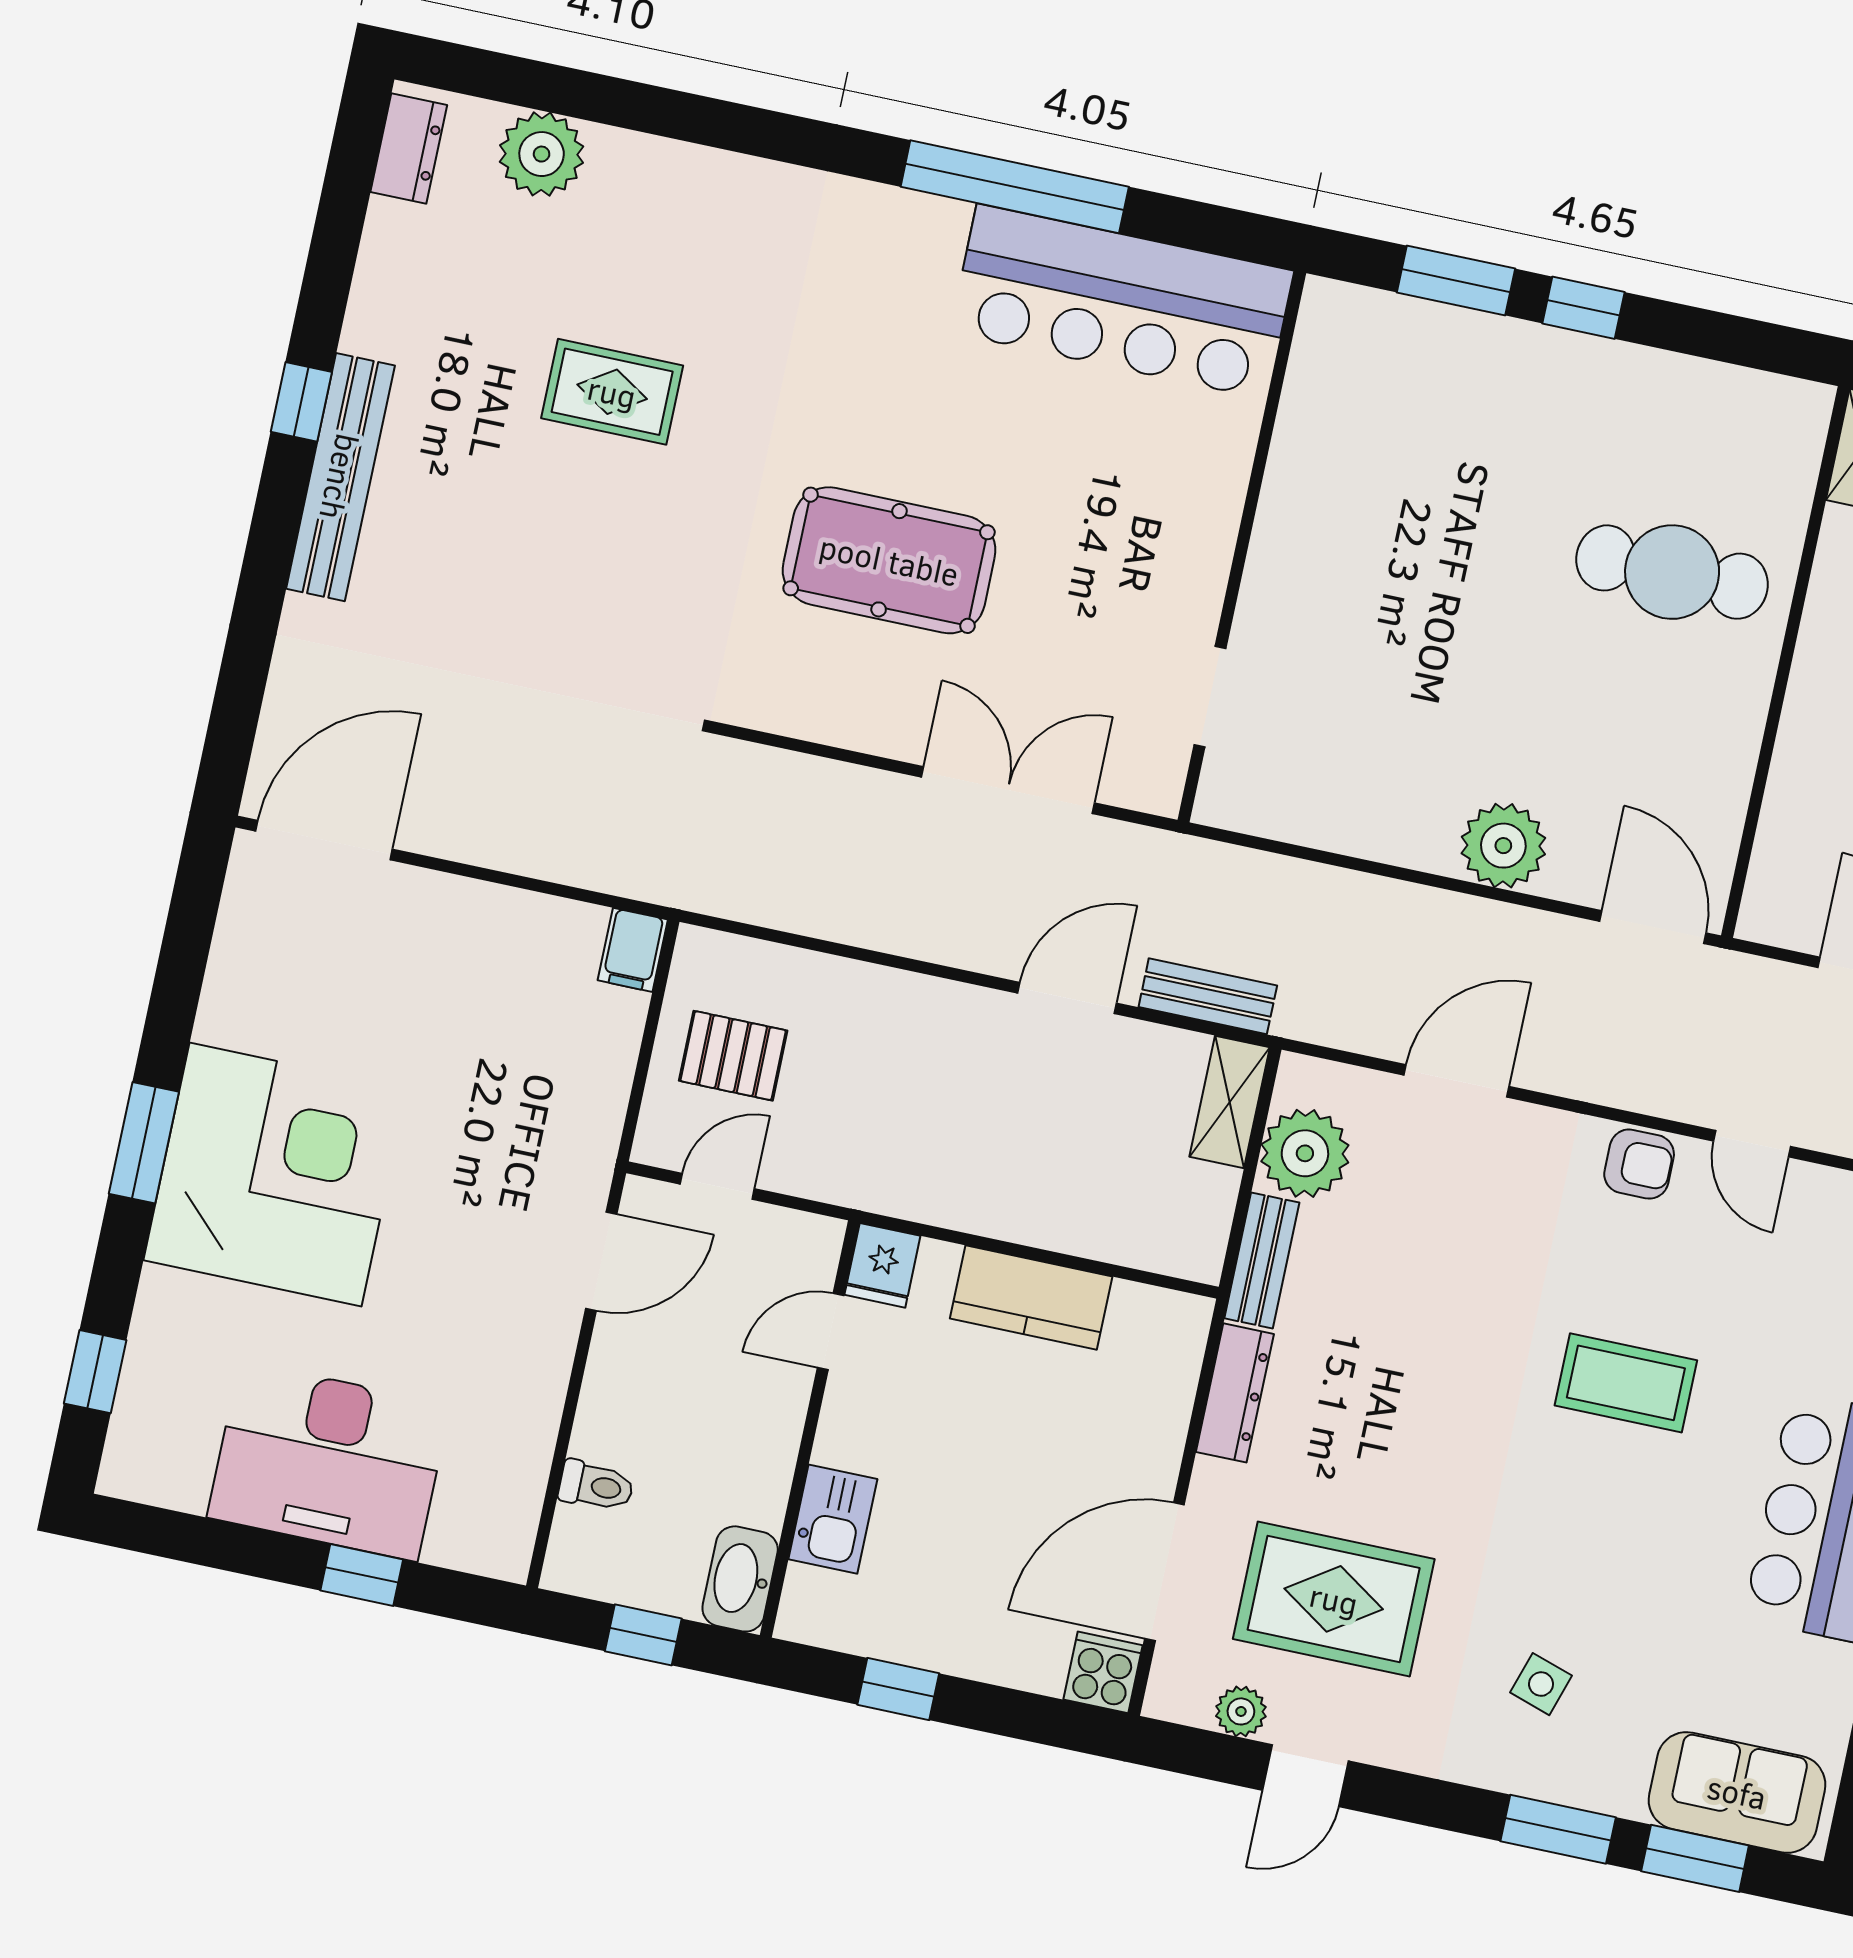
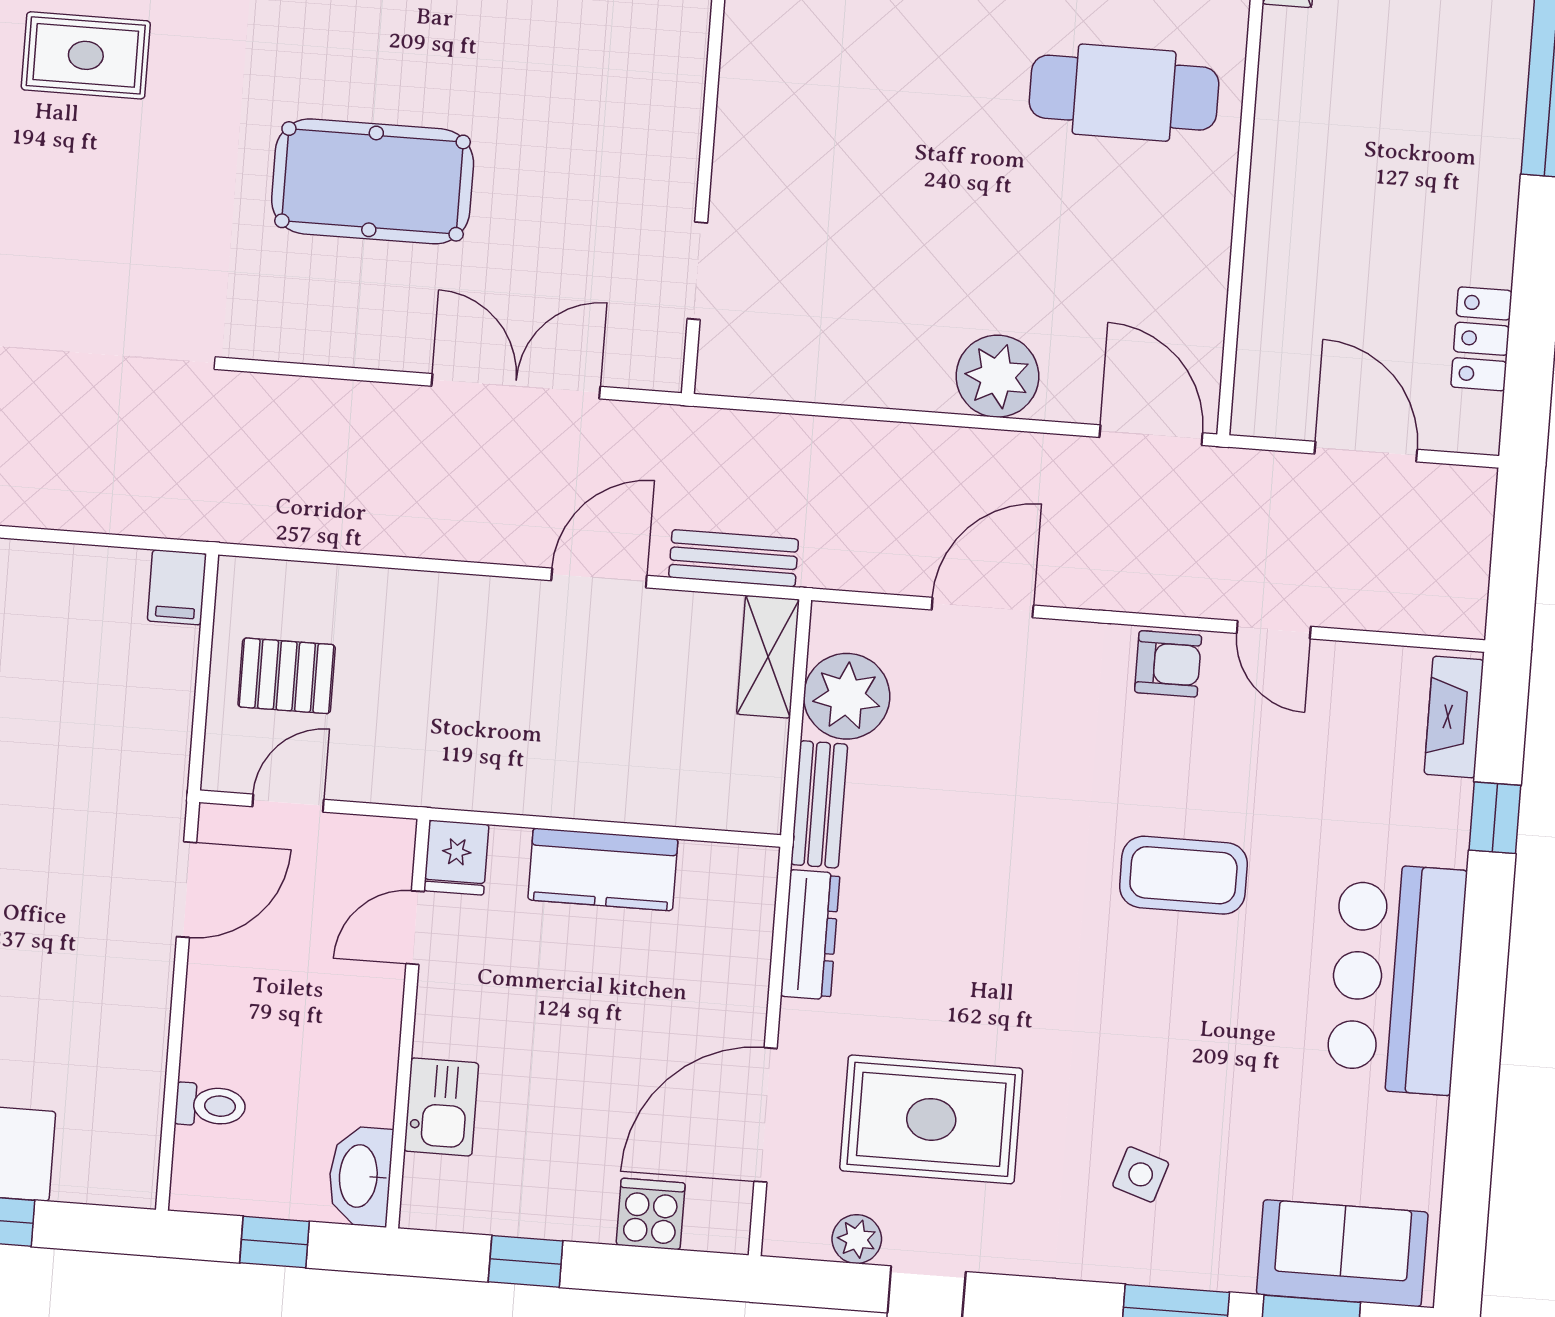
cooker: (1103, 1672) -> (651, 1214), moved

